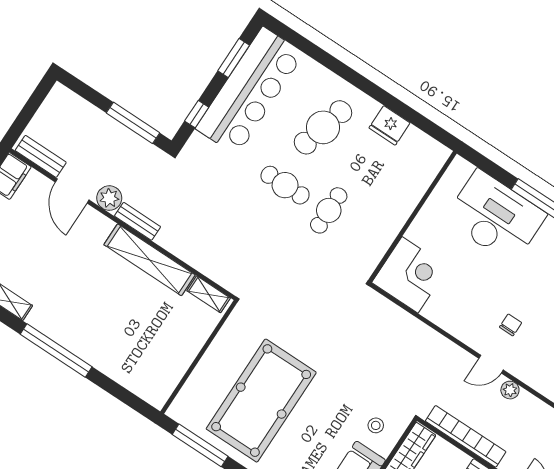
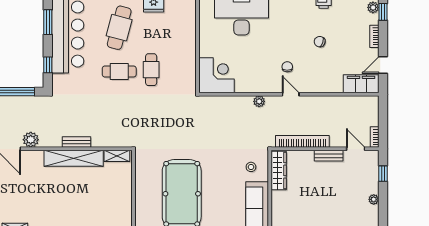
bench: (138, 221) -> (76, 142), moved
door: (491, 364) -> (291, 94), swing flipped
plant: (510, 390) -> (259, 101), moved

